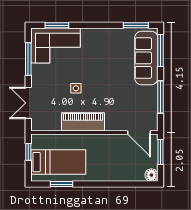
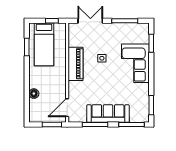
corner sofa: (55, 46) -> (135, 63), moved
sofa: (146, 58) -> (108, 113), moved
floor lamp: (151, 175) -> (34, 94), moved

